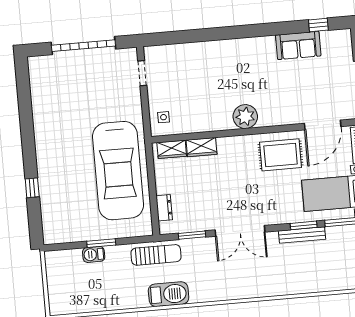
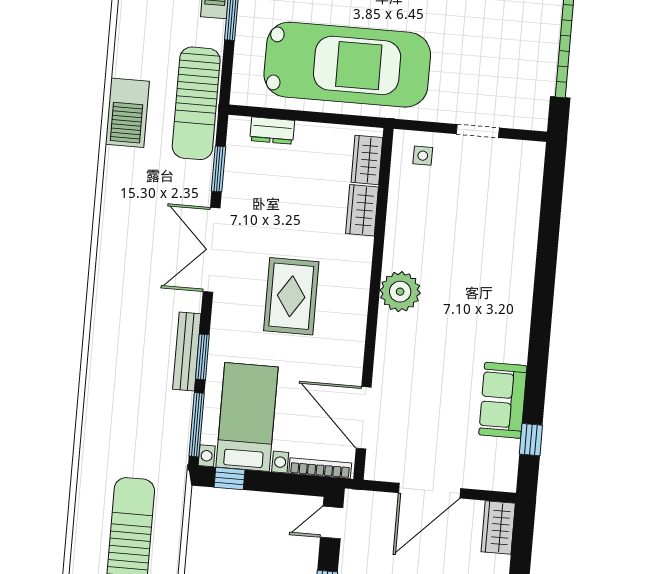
doorway: (142, 73) -> (478, 131), moved
rug: (281, 155) -> (291, 296), moved
car: (118, 171) -> (347, 65), turned 180
sun lounger: (156, 255) -> (196, 103), width x1.36, depth x1.34

